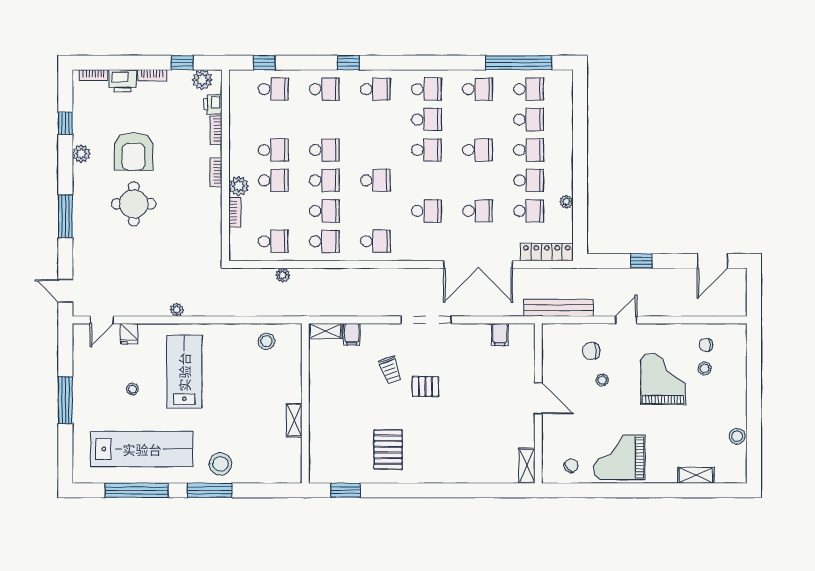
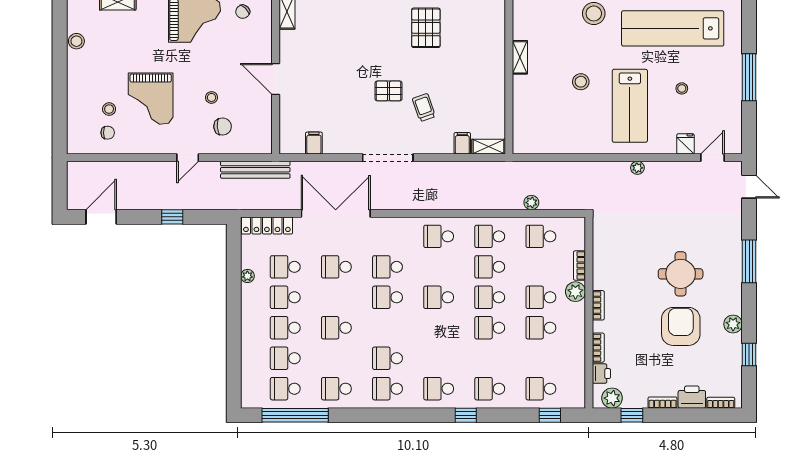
school desk: (426, 150) -> (387, 297), moved
stool: (266, 341) -> (581, 82), moved

